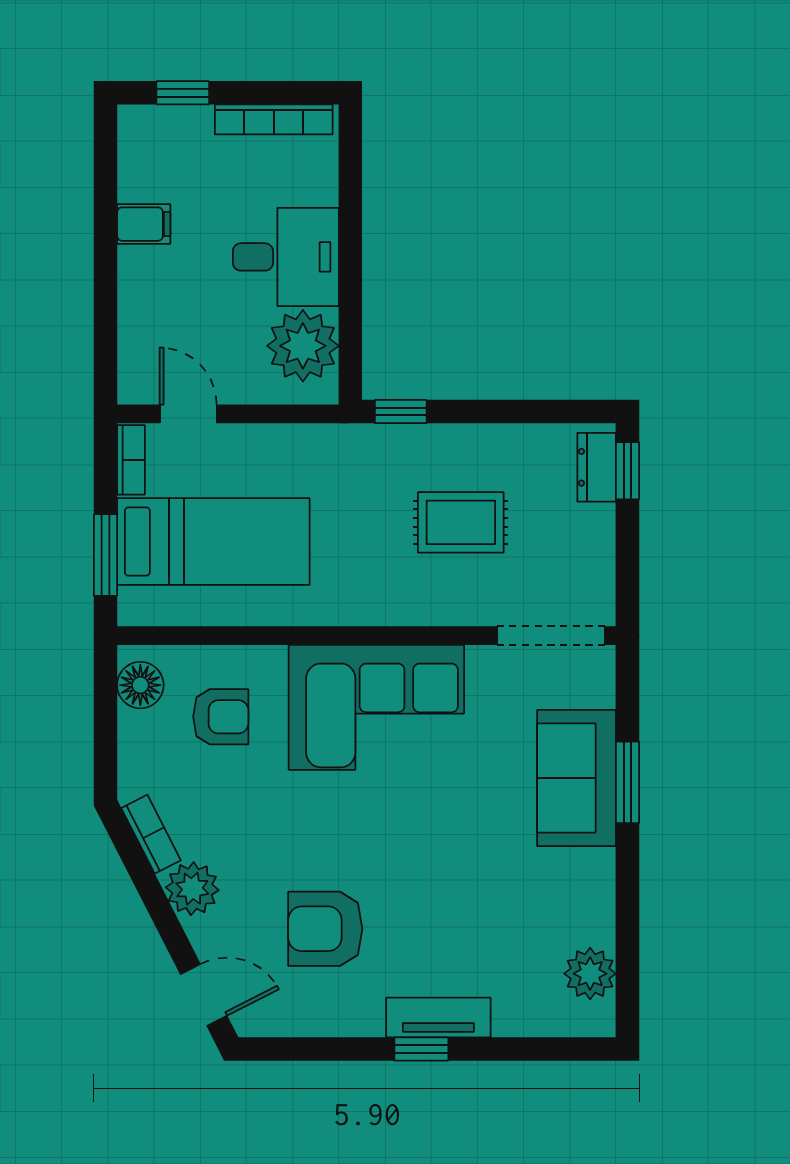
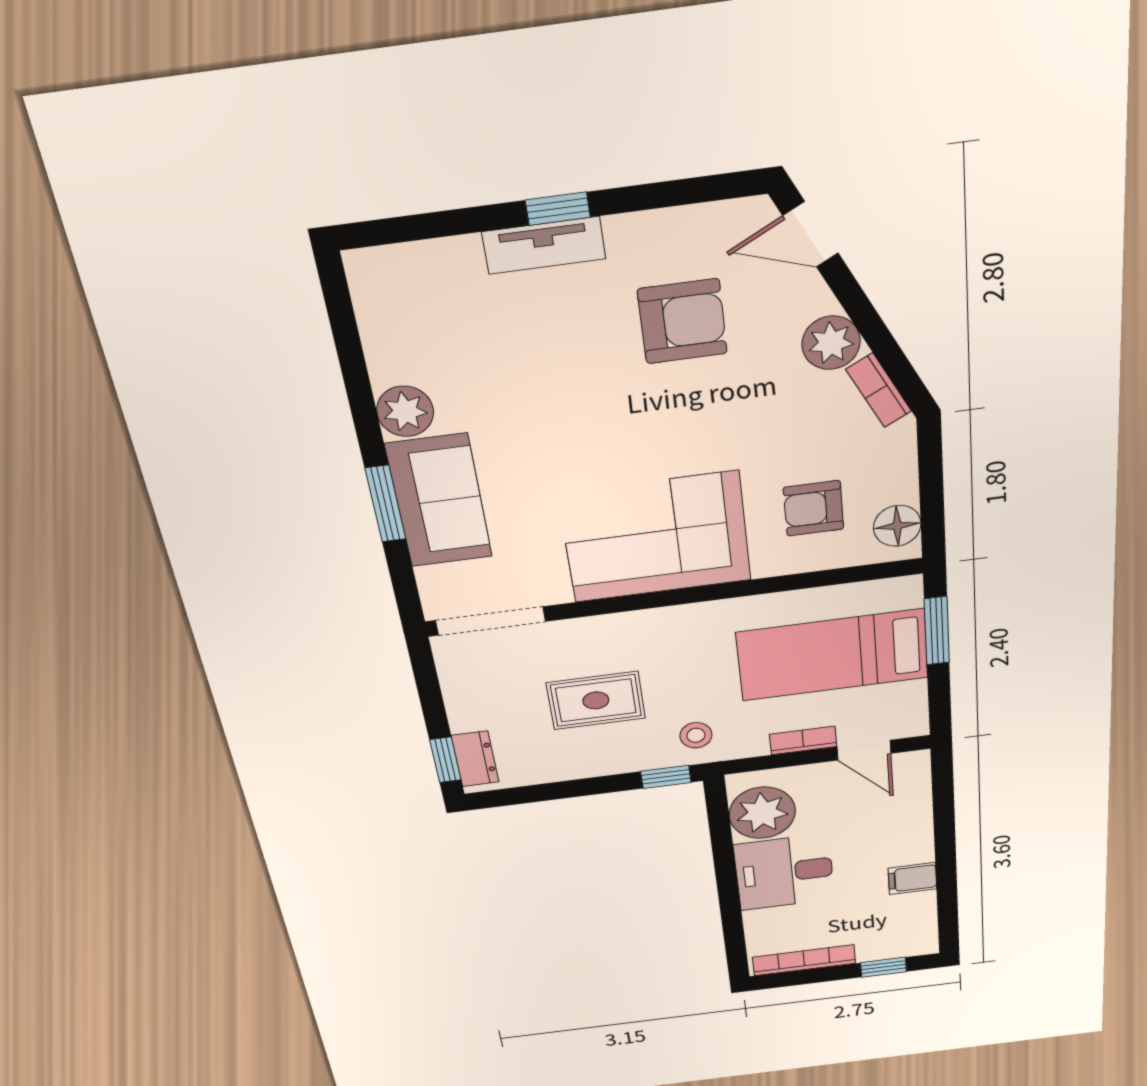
bookcase: (131, 460) -> (803, 740), moved, turned 90
stool: (363, 462) -> (696, 735), added
plant: (590, 974) -> (405, 411), moved

